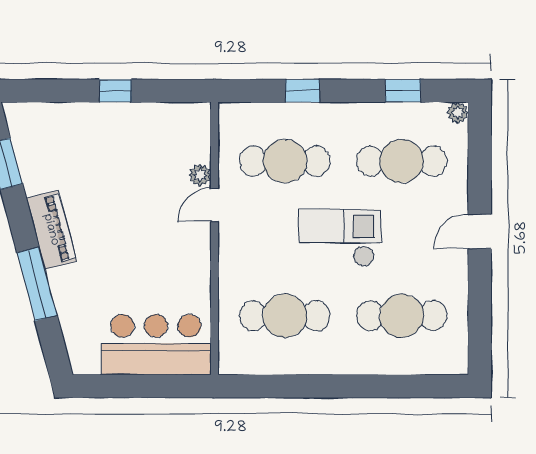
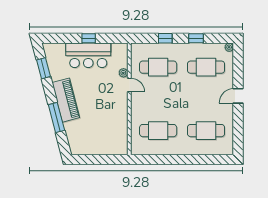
window: (403, 91) -> (196, 38), moved
door: (215, 205) -> (129, 85), swing flipped
piano: (51, 230) -> (66, 100), width x1.37, depth x1.33
checkout: (340, 238) -> (181, 99), removed
bar counter: (156, 345) -> (88, 55), moved, turned 180

